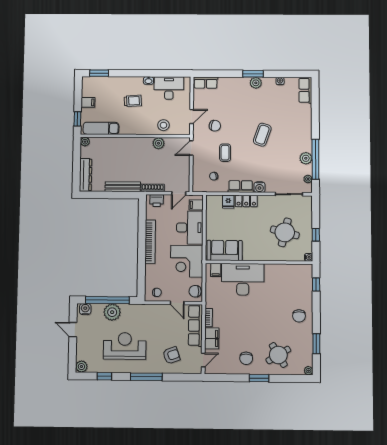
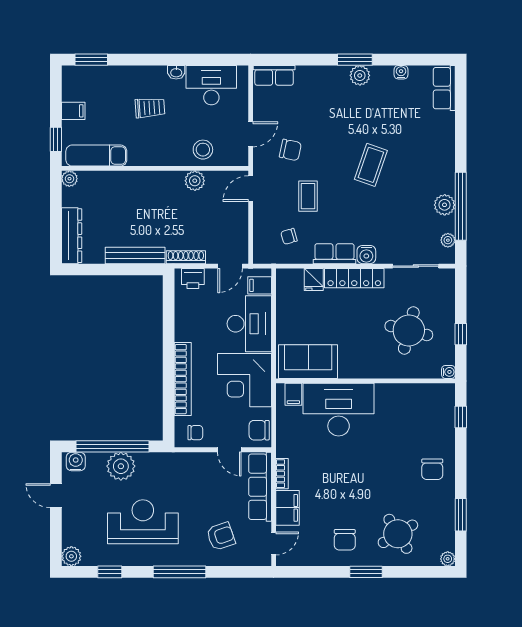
locker: (246, 201) -> (354, 278), width x1.53
bookcase: (150, 242) -> (183, 379), moved

